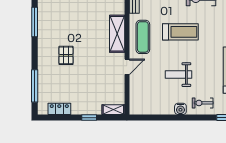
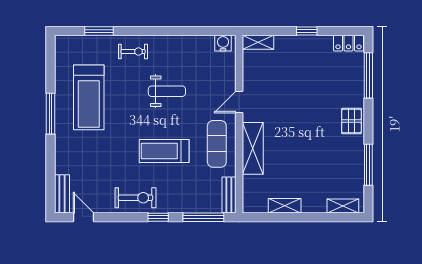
pallet: (66, 55) -> (351, 121), moved
locker: (59, 109) -> (348, 43), moved
water cooler: (180, 109) -> (223, 43), moved
window: (89, 118) -> (307, 31), moved

